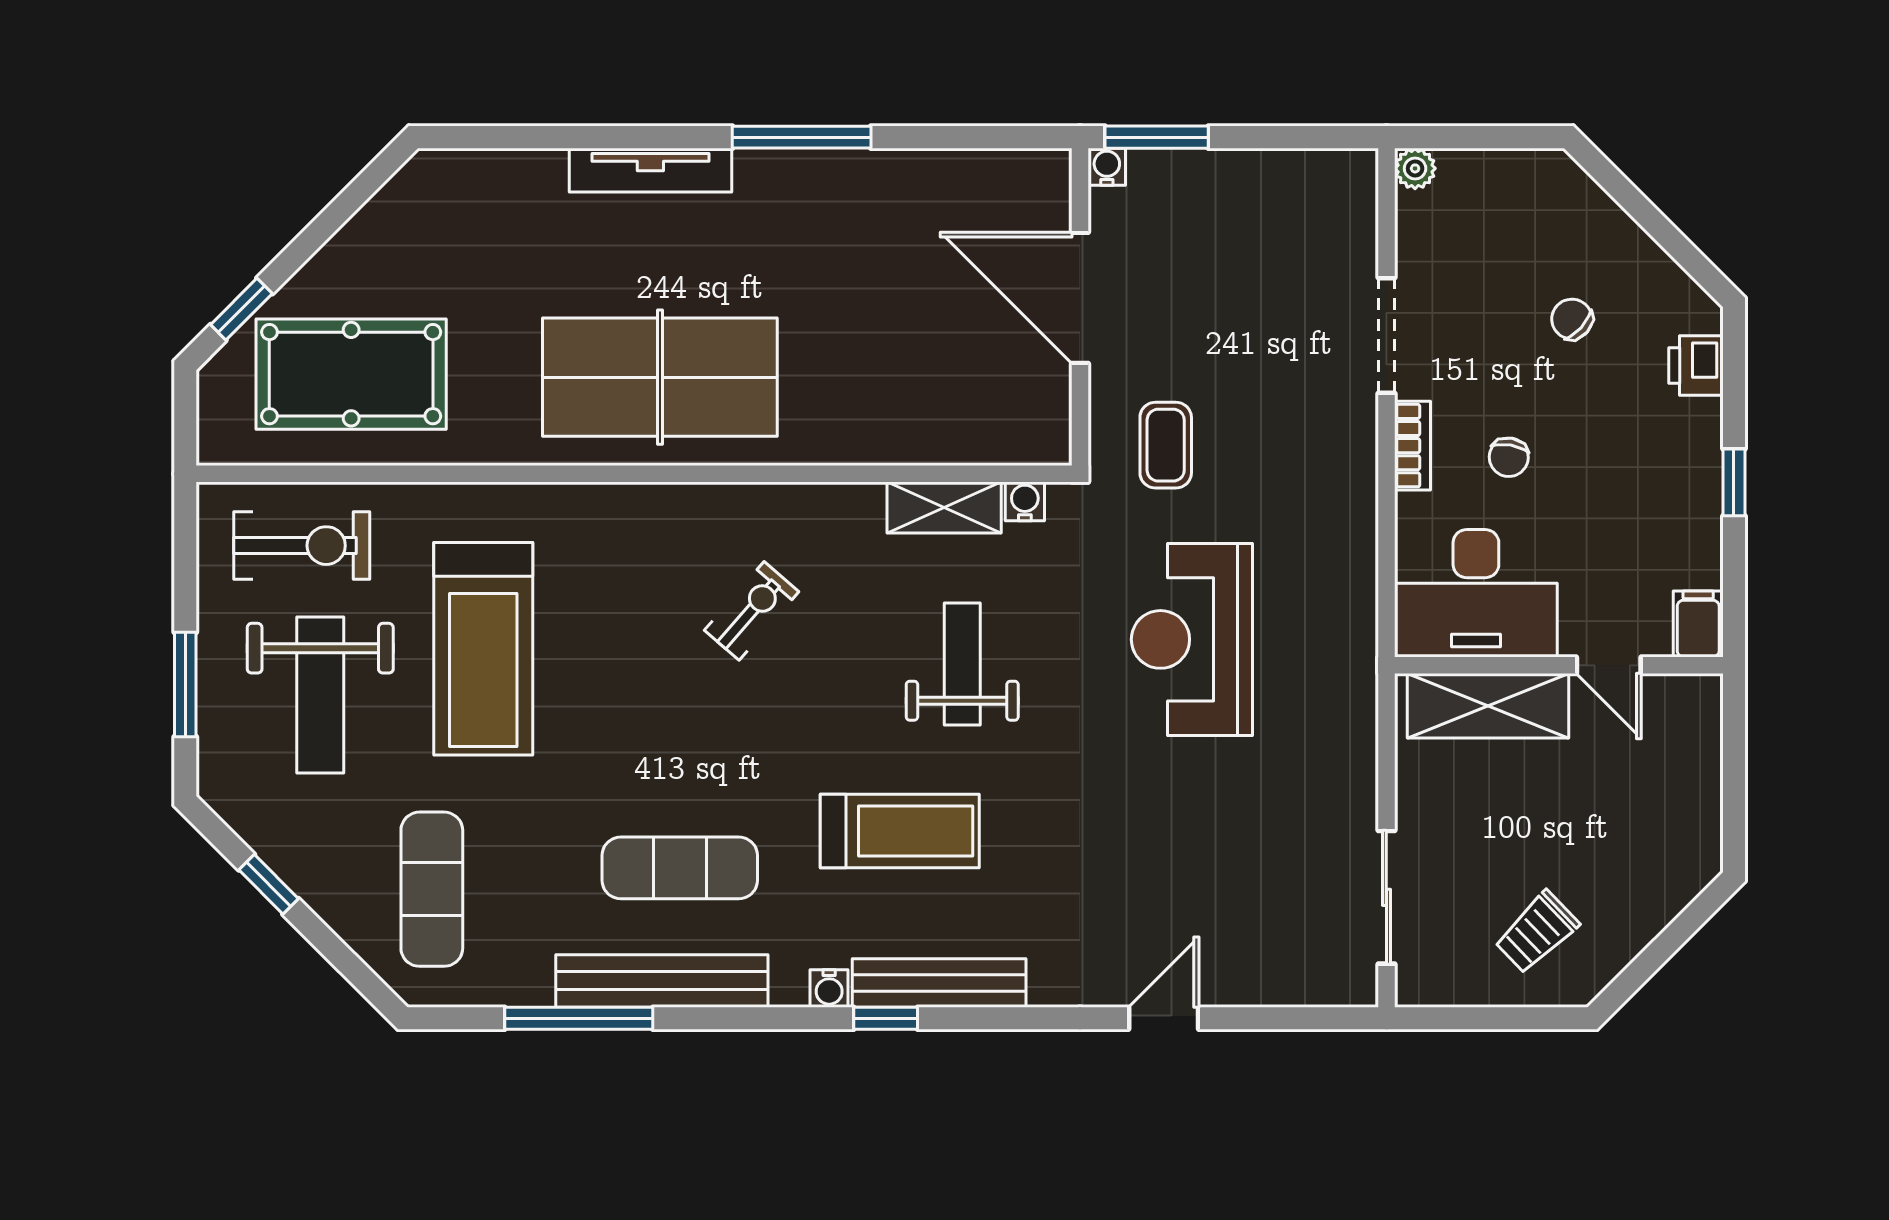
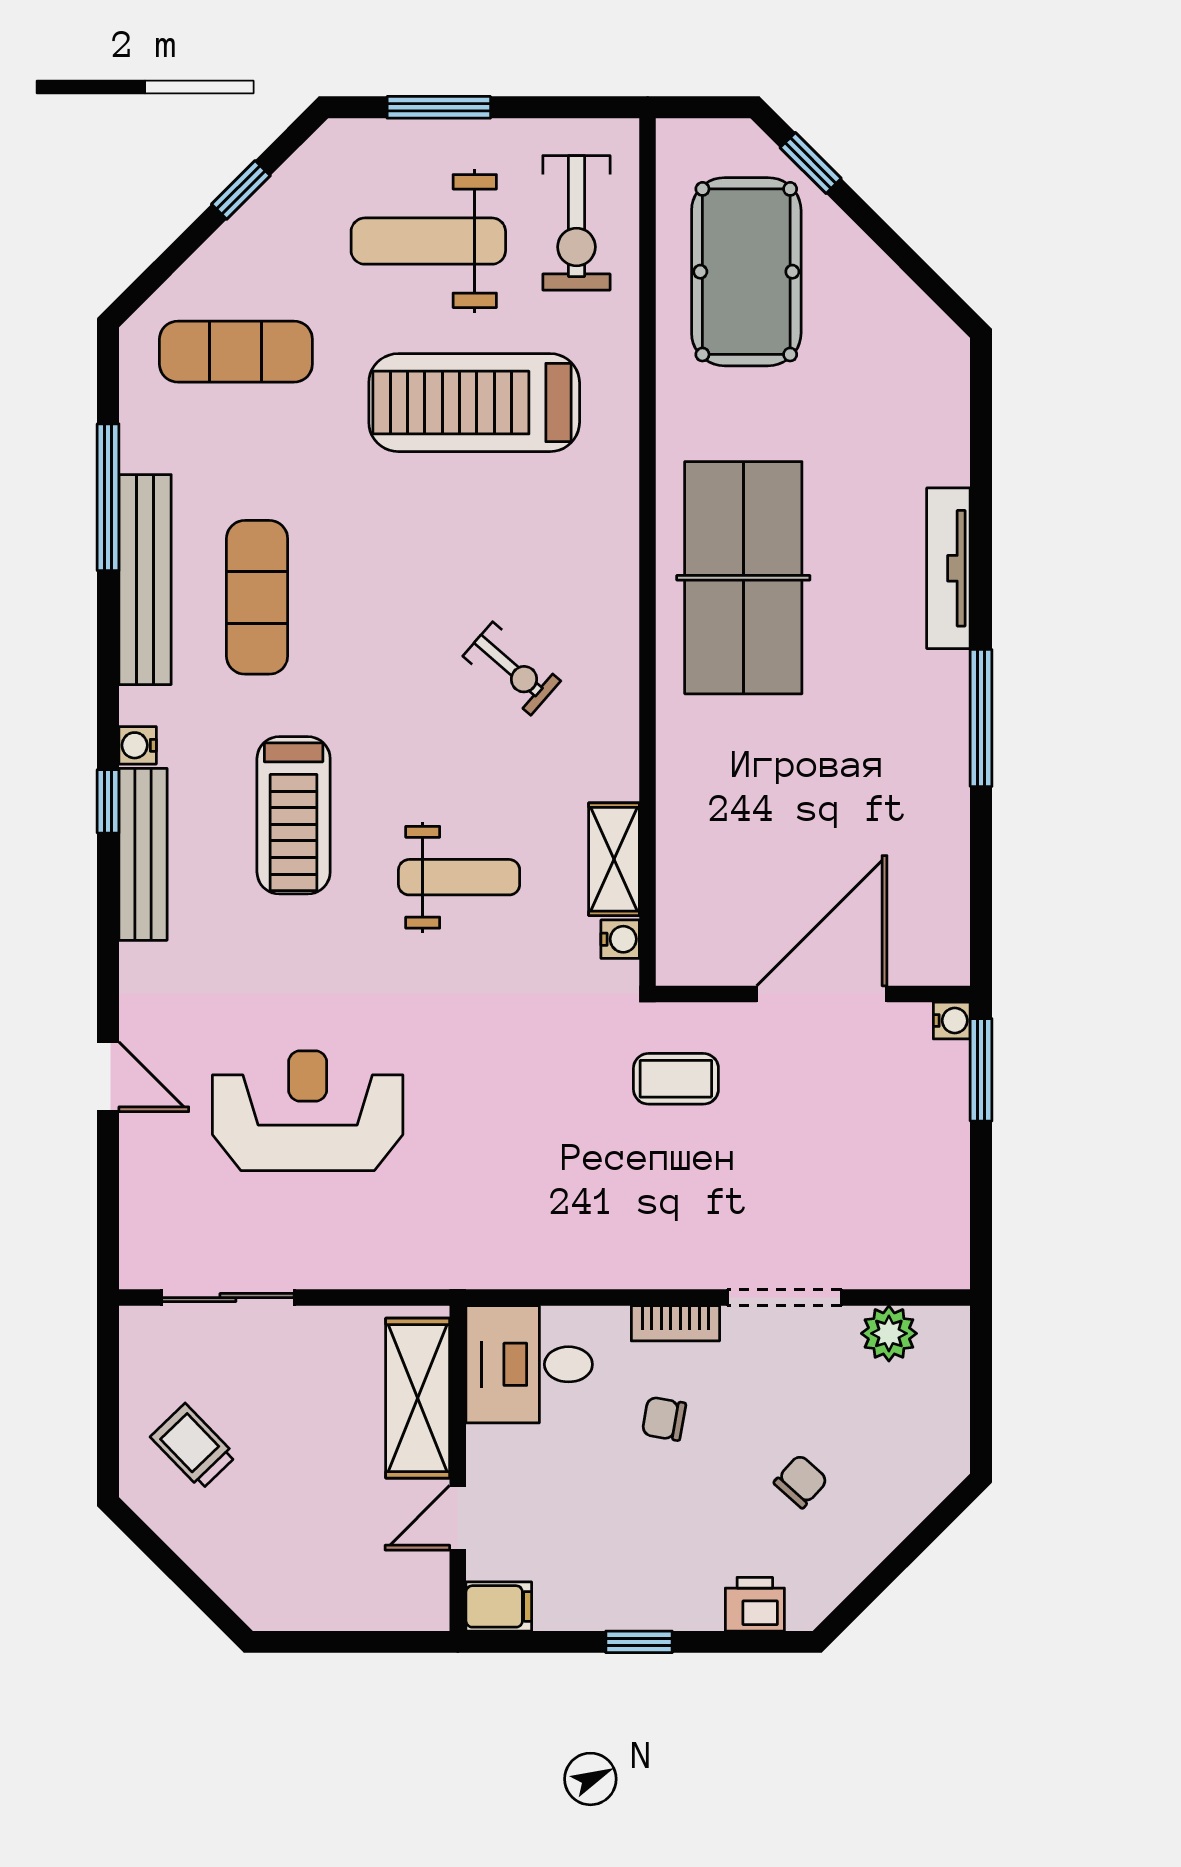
plant: (1415, 168) -> (889, 1333), moved, width x1.38, depth x1.38
desk: (1476, 593) -> (529, 1364), width x0.73
reception desk: (1192, 639) -> (308, 1111), moved

